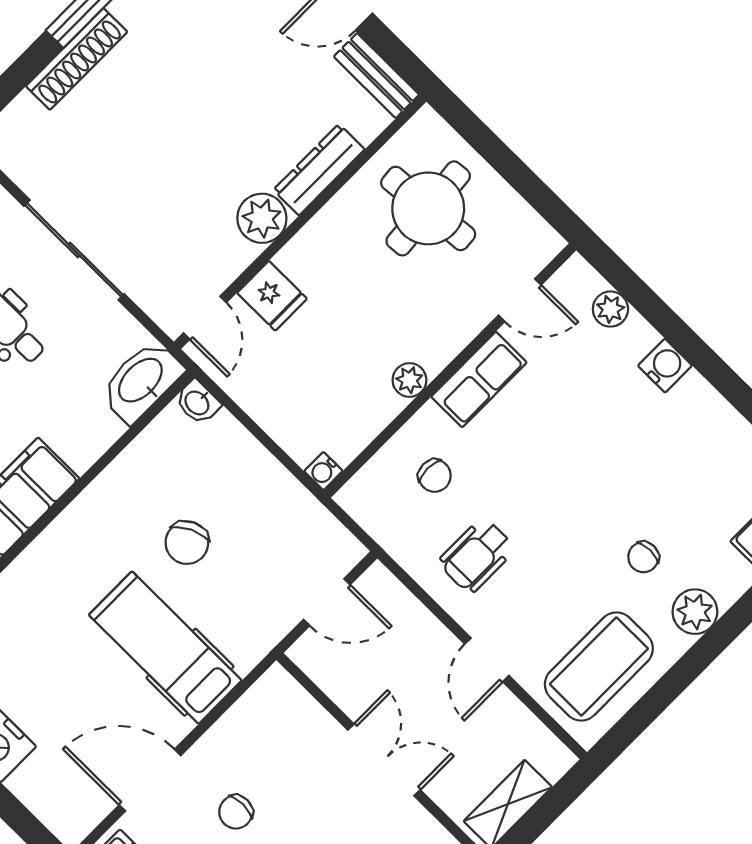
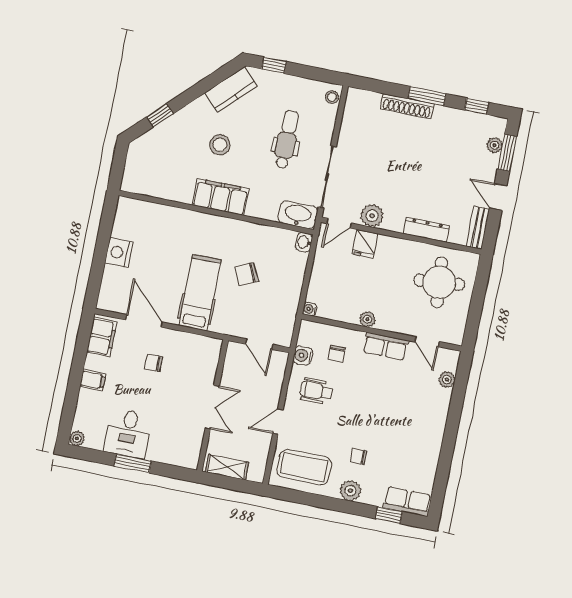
plant: (262, 218) -> (372, 216), moved
sliding door: (74, 250) -> (327, 177), moved
water cooler: (665, 366) -> (303, 356), moved, turned 180

